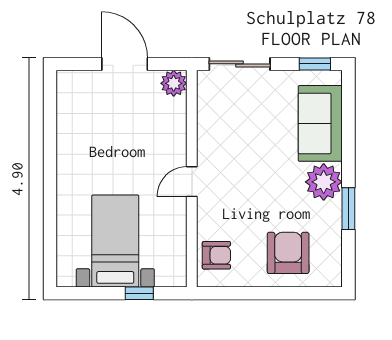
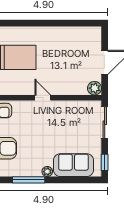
plant: (324, 182) -> (47, 172), width x0.53, depth x0.53
window: (348, 209) -> (29, 180), width x1.44

